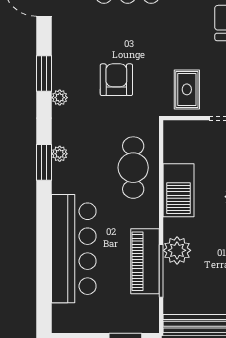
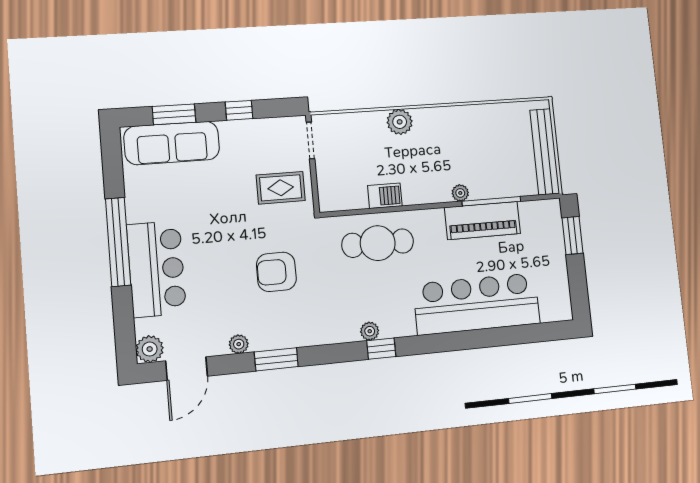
plant: (60, 98) -> (239, 344), moved
window: (44, 162) -> (381, 349), width x0.67
barbecue: (178, 190) -> (385, 196), width x0.53, depth x0.65
plant: (177, 250) -> (460, 193), width x0.53, depth x0.53

